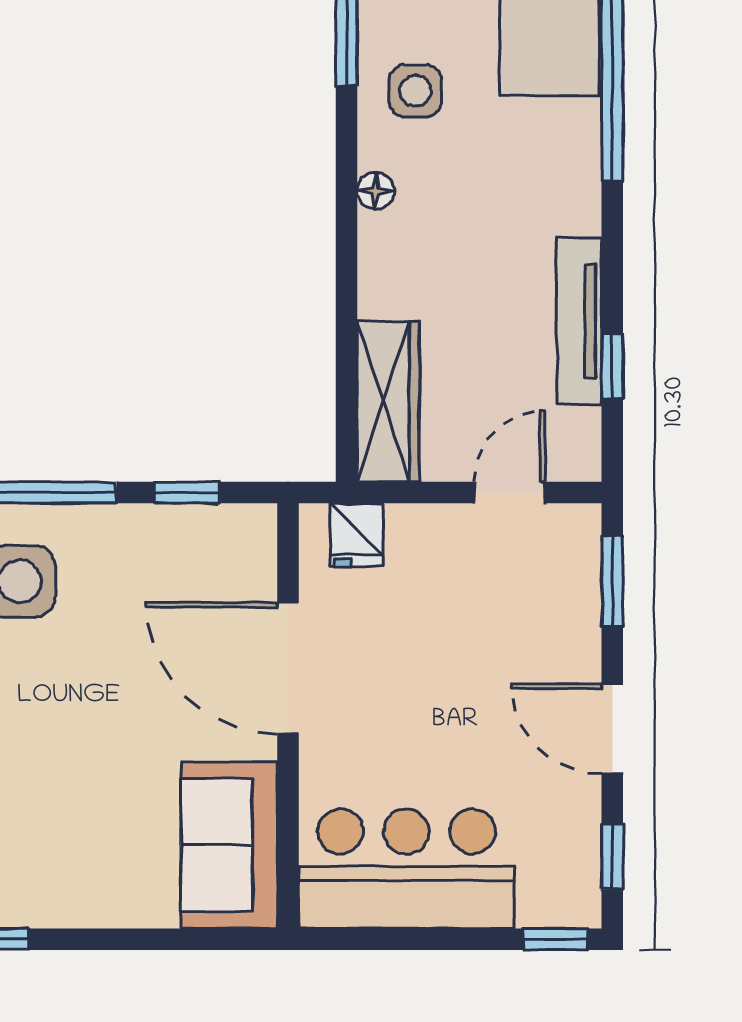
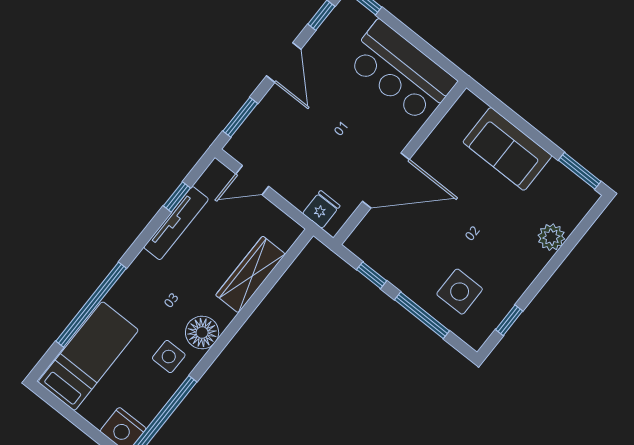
floor lamp: (376, 191) -> (202, 333), width x1.89, depth x1.89
wardrobe: (388, 402) -> (251, 275), moved
door: (288, 668) -> (386, 180), hinge flipped
sofa: (229, 845) -> (507, 149), moved, turned 90

